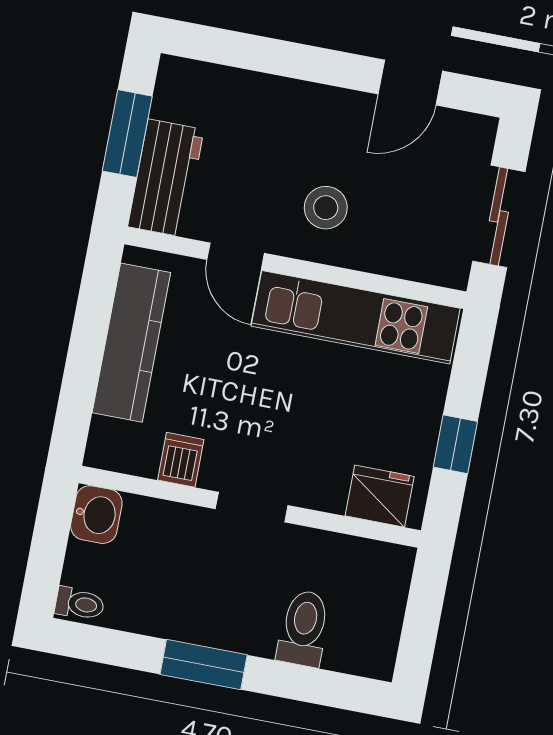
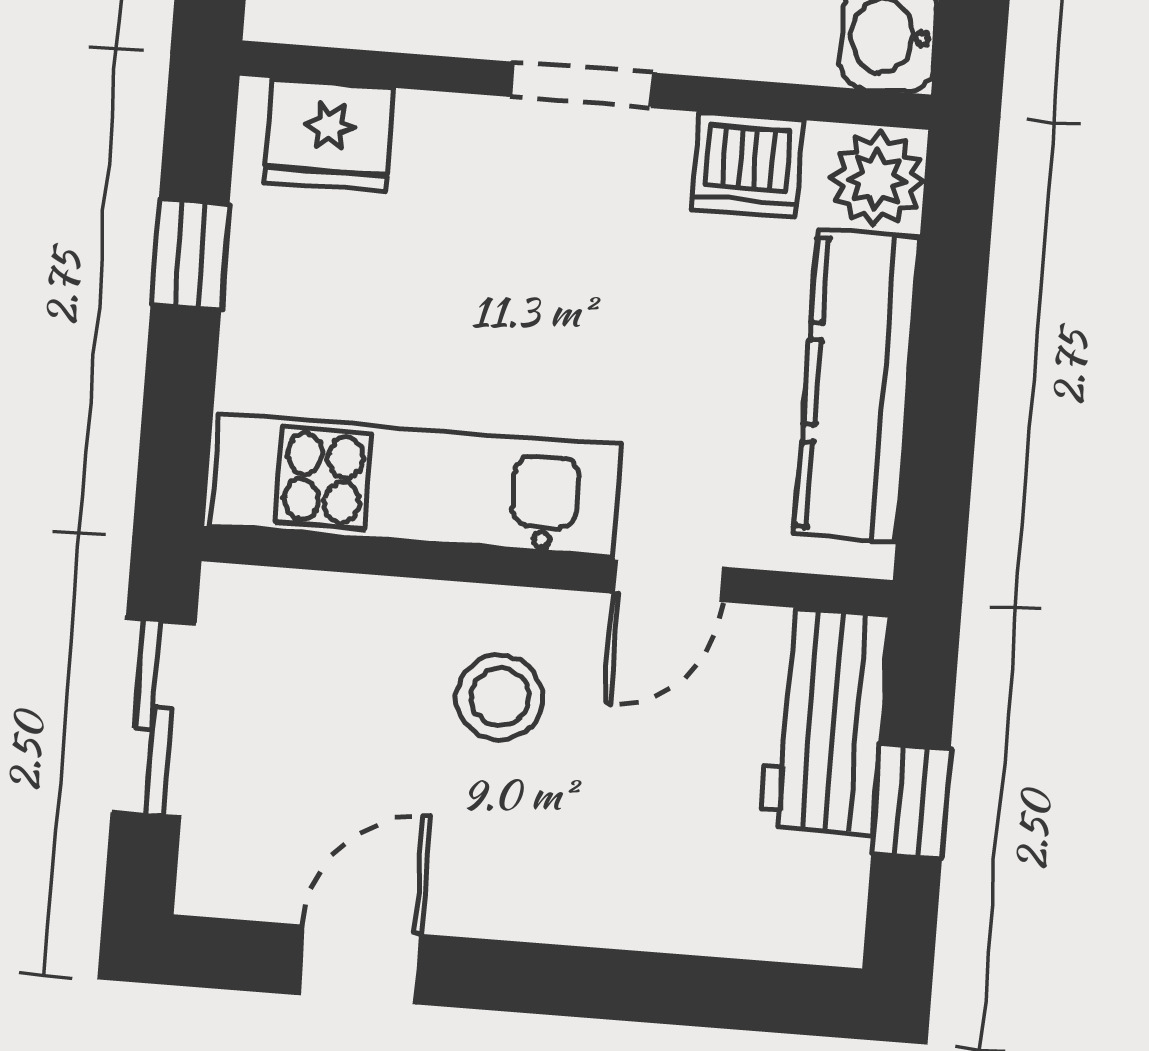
window: (127, 134) -> (911, 801), width x0.67
door: (236, 256) -> (669, 580), swing flipped
plant: (110, 444) -> (877, 180), added
dishwasher: (181, 460) -> (747, 165), width x1.38

